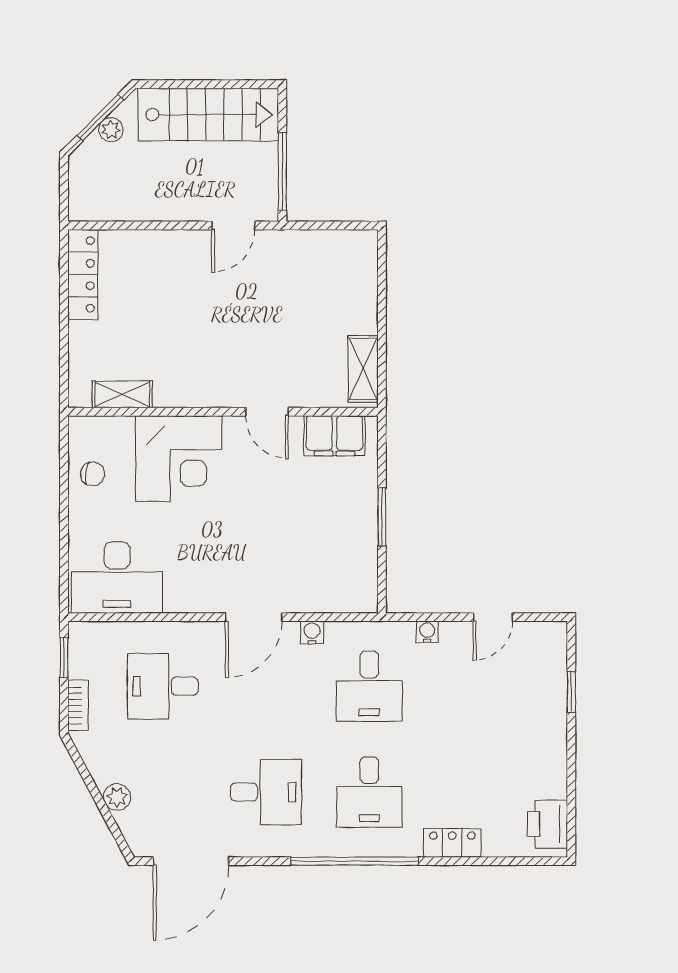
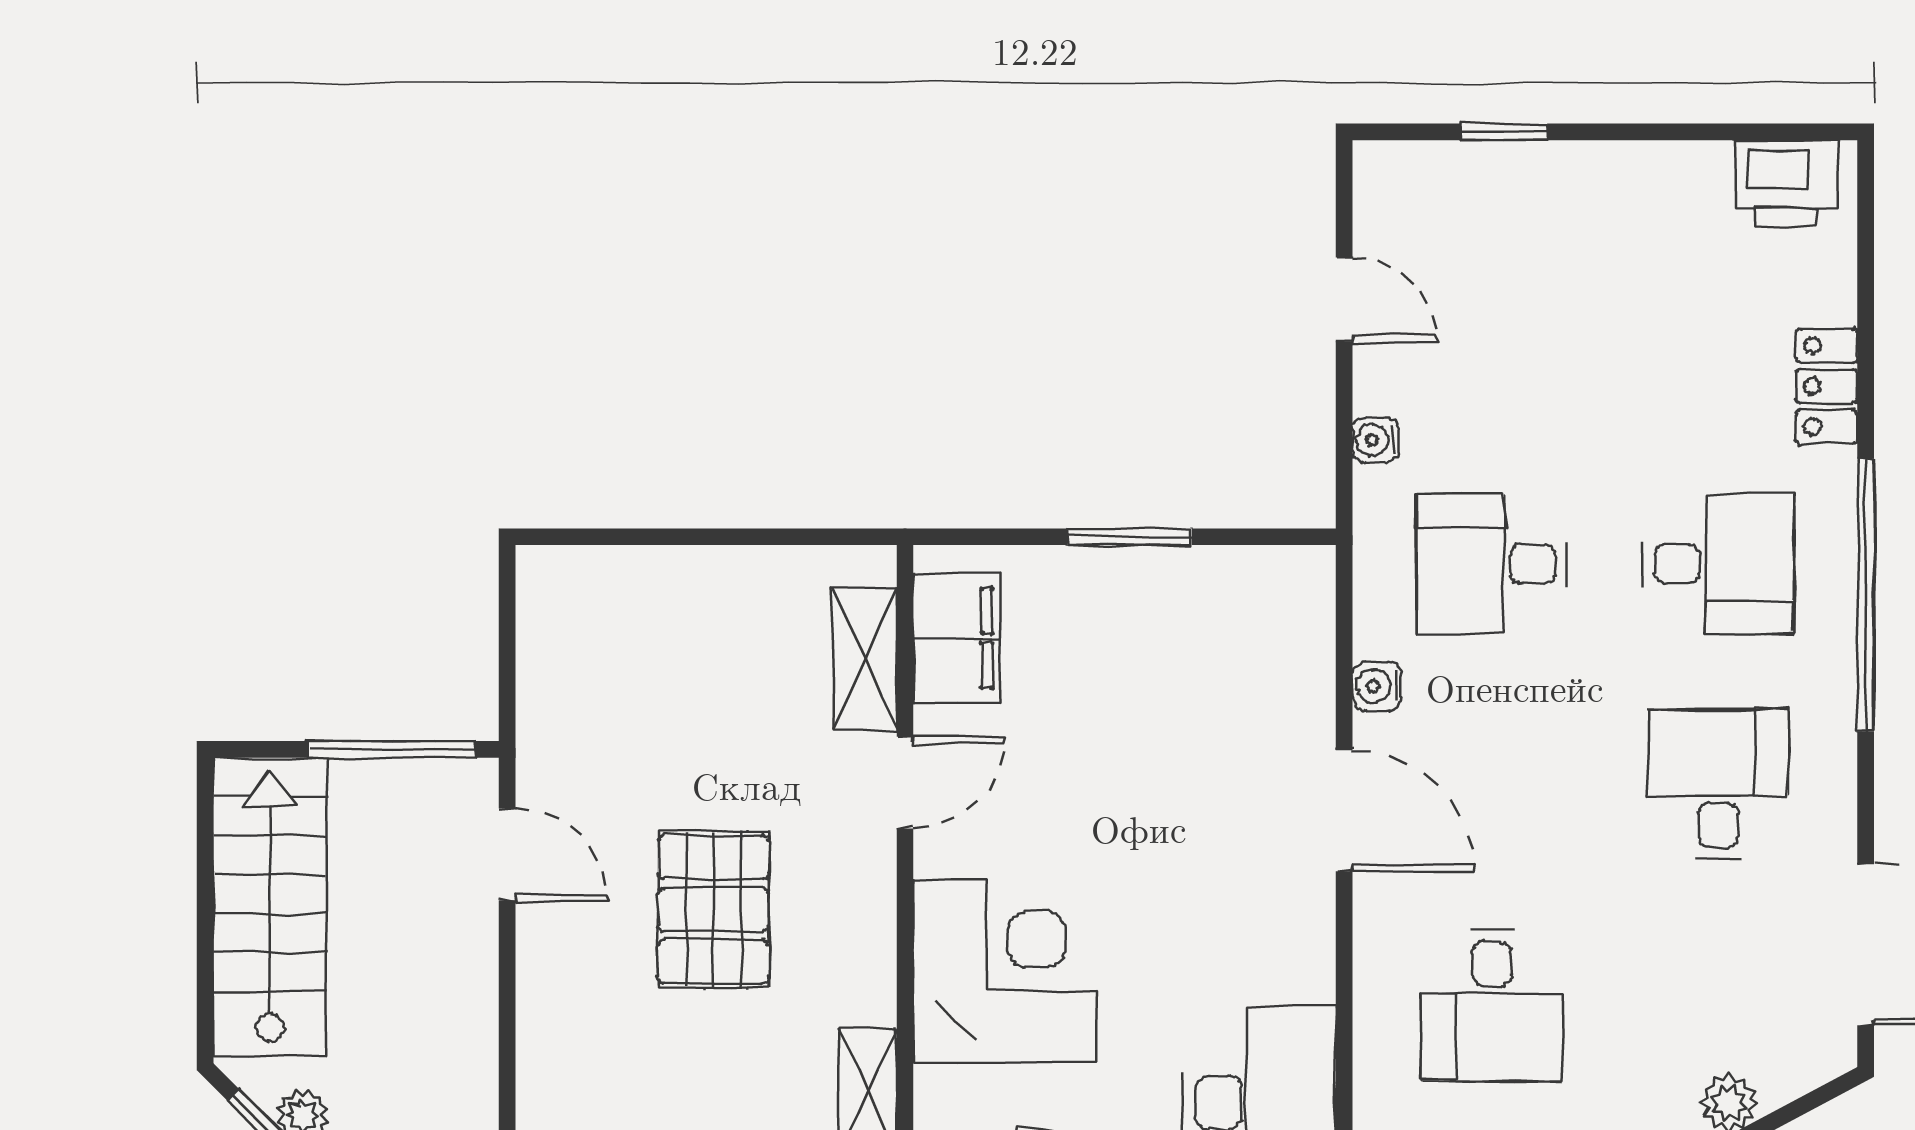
pallet: (208, 322) -> (713, 909), added
shelving: (363, 369) -> (865, 659), moved, turned 90
desk: (369, 686) -> (1492, 564), turned 180

